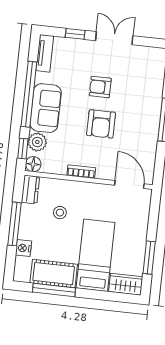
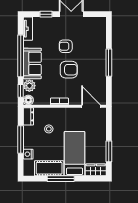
armchair: (101, 124) -> (69, 70), turned -90
window: (54, 290) -> (61, 179), moved

